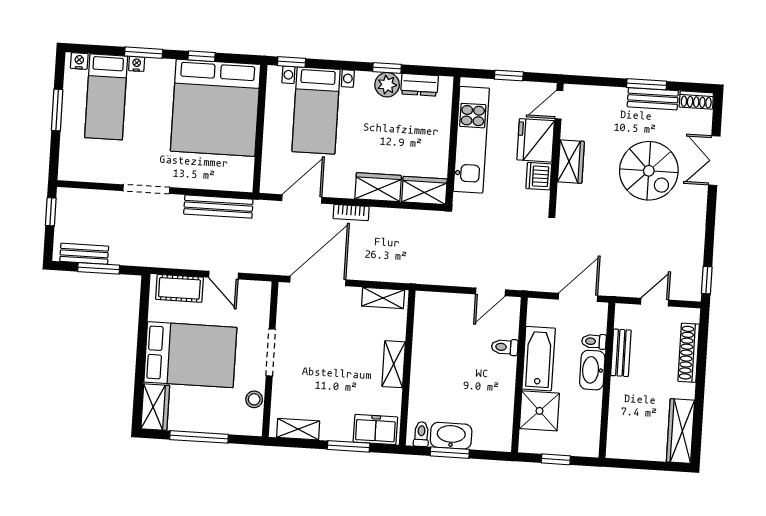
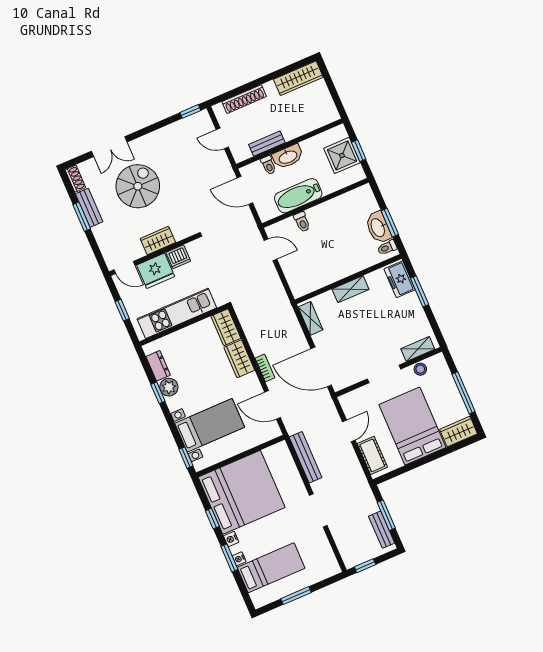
nightstand: (79, 61) -> (231, 539), moved
shower: (539, 411) -> (342, 155), moved
shelving: (298, 429) -> (418, 349), moved, turned 90

